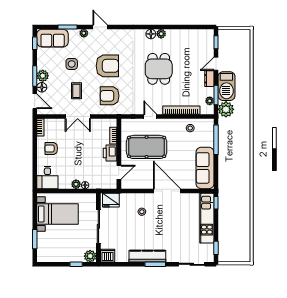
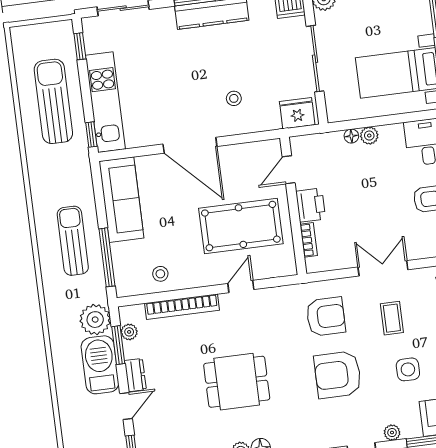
dining table: (159, 69) -> (237, 382), turned 90
door: (150, 116) -> (241, 287), swing flipped
sun lounger: (232, 150) -> (73, 241), added
sun lounger: (233, 222) -> (53, 101), added

